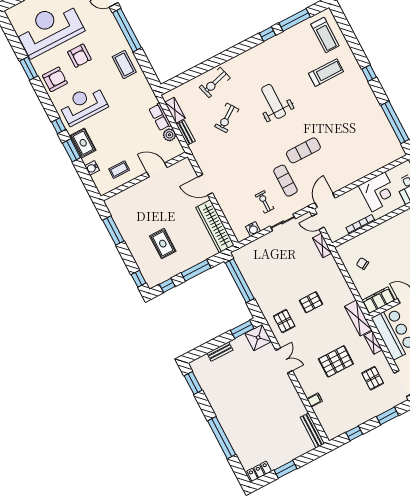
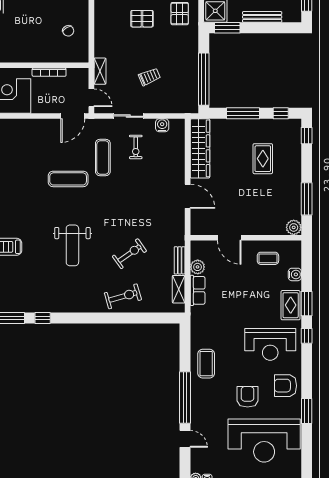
plant: (112, 203) -> (294, 227), added
trolley: (282, 261) -> (149, 77), added
bench: (220, 352) -> (262, 17), width x1.36

